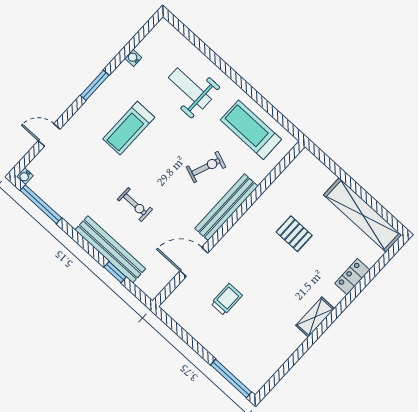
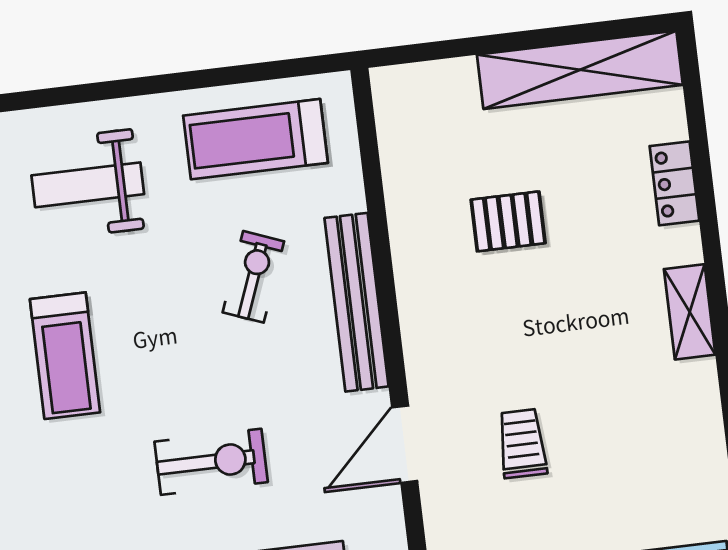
exercise bike: (135, 204) -> (211, 462), width x1.38, depth x1.39

